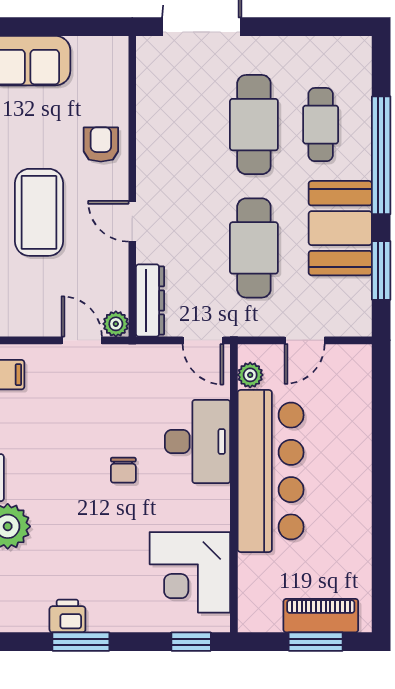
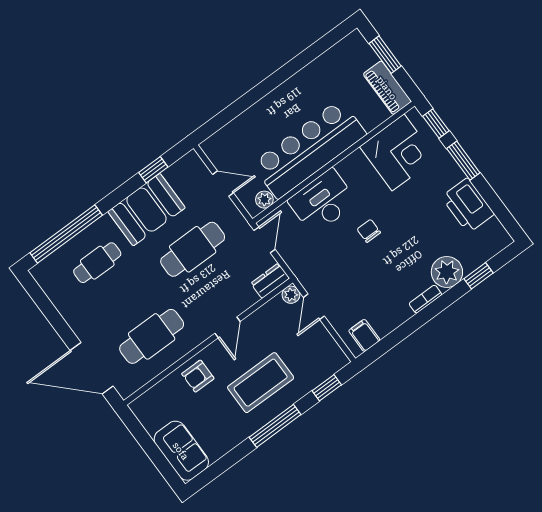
cafe table: (254, 125) -> (152, 336), moved
window: (381, 155) -> (66, 234), moved
window: (381, 270) -> (153, 170), width x0.67
dresser: (150, 300) -> (270, 281), width x0.70
chair: (123, 470) -> (369, 231), turned -90
printer: (67, 616) -> (468, 206), width x1.87, depth x1.48
piano: (321, 616) -> (387, 88), moved
window: (81, 642) -> (463, 161), moved

